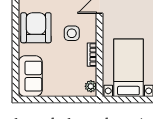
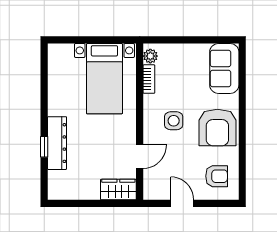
bookcase: (92, 55) -> (149, 79), moved

